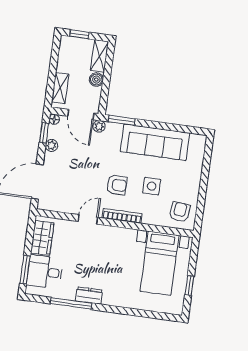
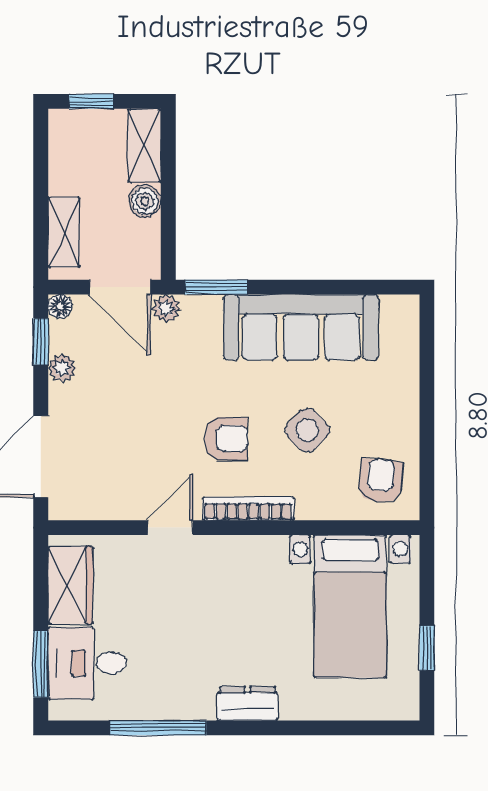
side table: (152, 186) -> (307, 430), turned 45
dresser: (89, 295) -> (248, 704), moved

